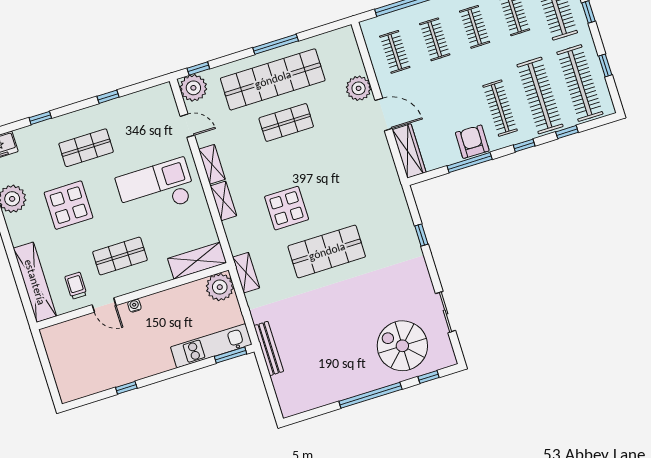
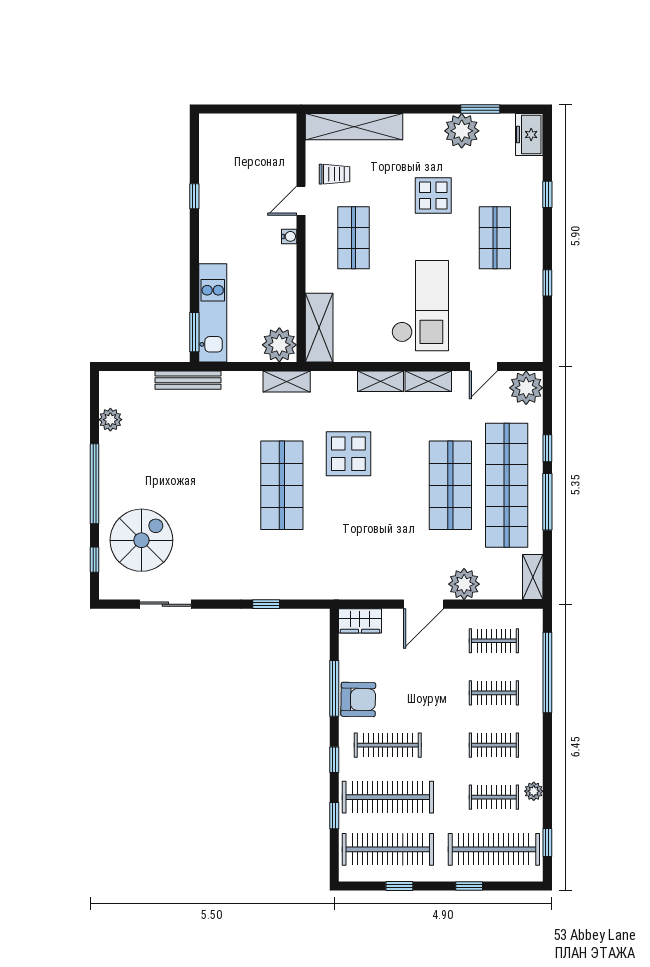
shelving: (337, 37) -> (533, 577), added
window: (198, 68) -> (547, 448), moved
shop shelf: (286, 122) -> (450, 485), width x1.43, depth x1.36
wardrobe: (409, 151) -> (360, 621), width x0.67
display table: (69, 205) -> (433, 196), width x0.73, depth x0.73
plant: (318, 398) -> (110, 420), added

